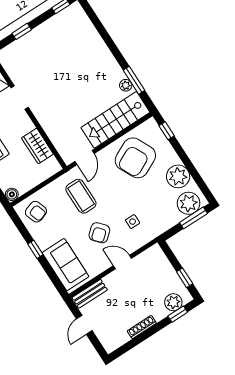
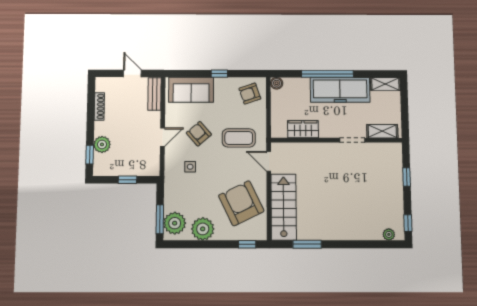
plant: (126, 85) -> (389, 234), moved
window: (185, 278) -> (127, 180), moved
plant: (173, 302) -> (102, 144), moved
shoe rack: (142, 327) -> (99, 107), moved

